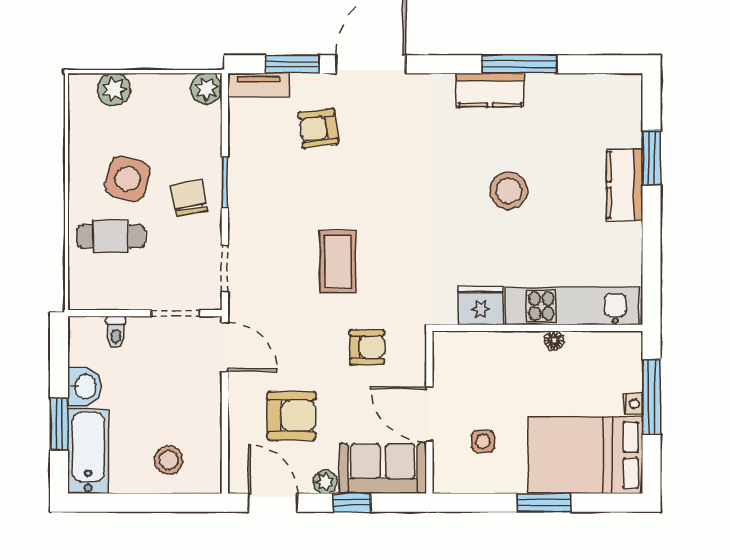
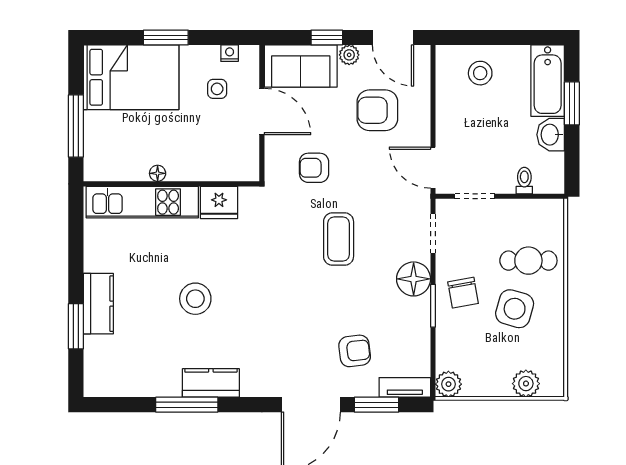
floor lamp: (248, 214) -> (414, 279), added
nightstand: (633, 404) -> (230, 53), moved, turned 90

